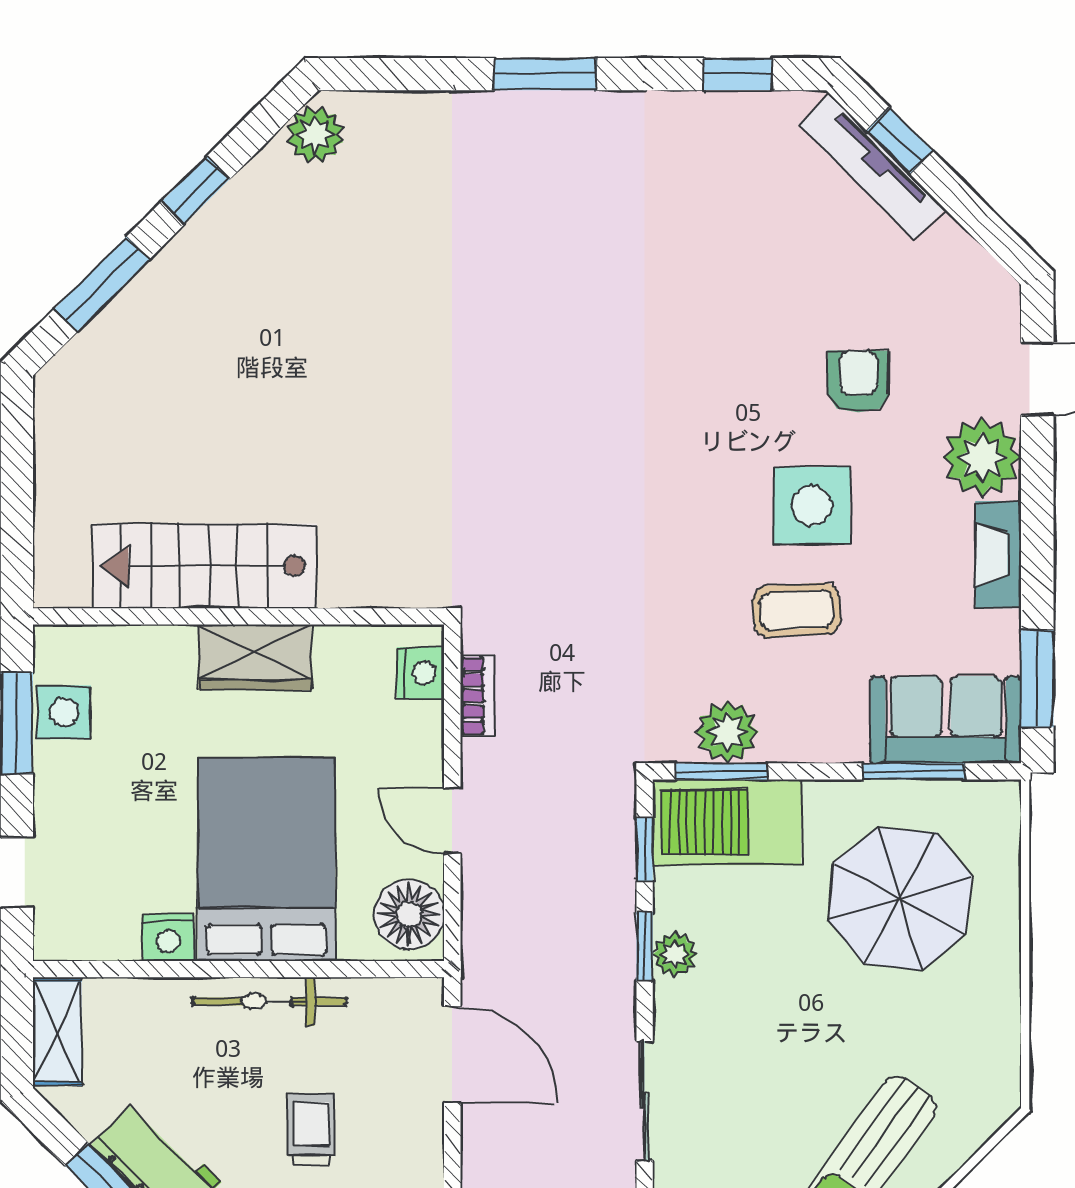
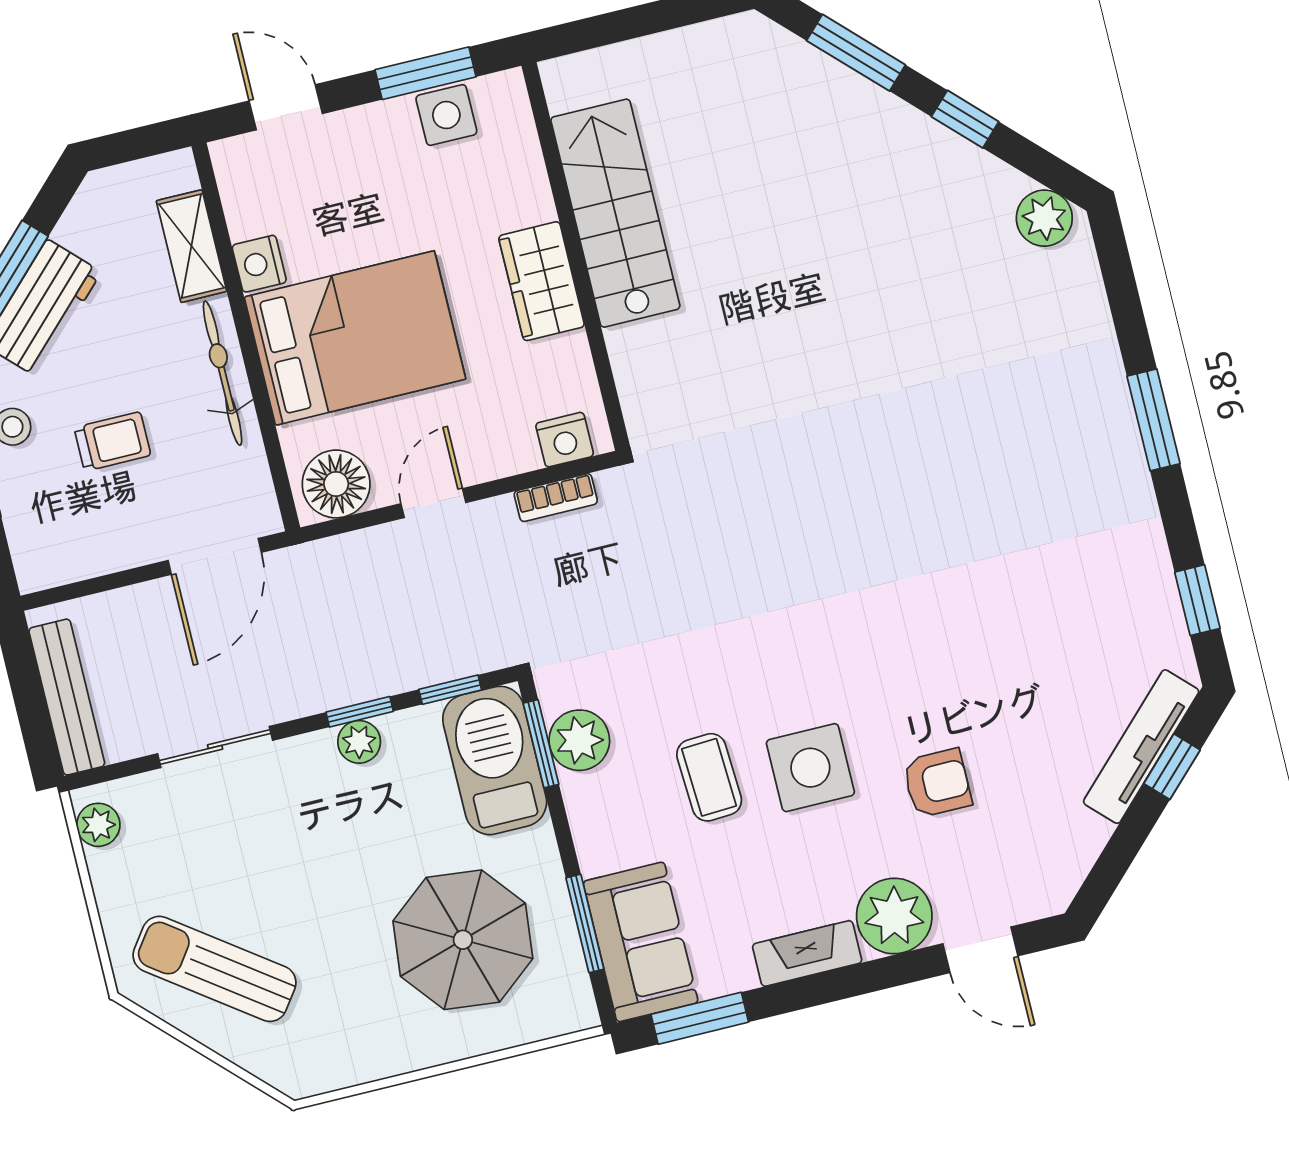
shelving: (57, 1032) -> (191, 246), moved, turned 90

